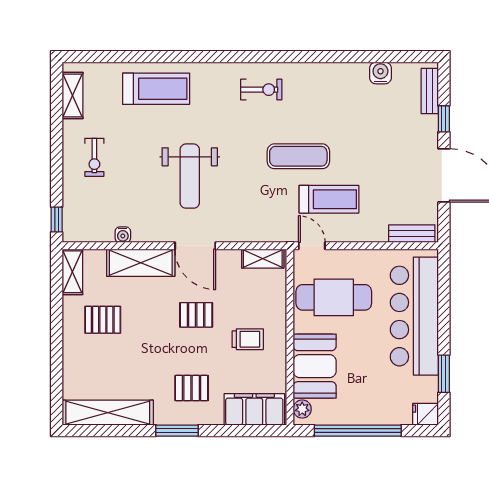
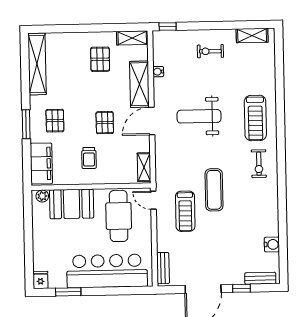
treadmill: (156, 89) -> (255, 118), moved
door: (312, 246) -> (153, 200), swing flipped
window: (177, 431) -> (26, 124), moved
window: (358, 431) -> (28, 234), removed

